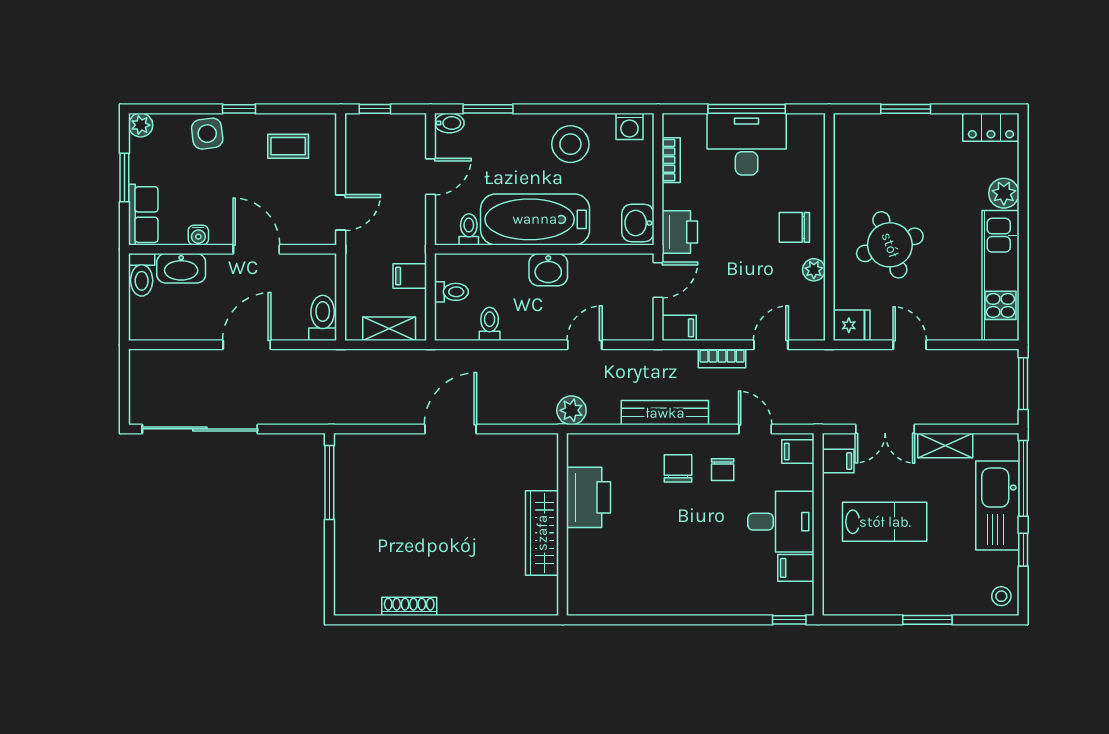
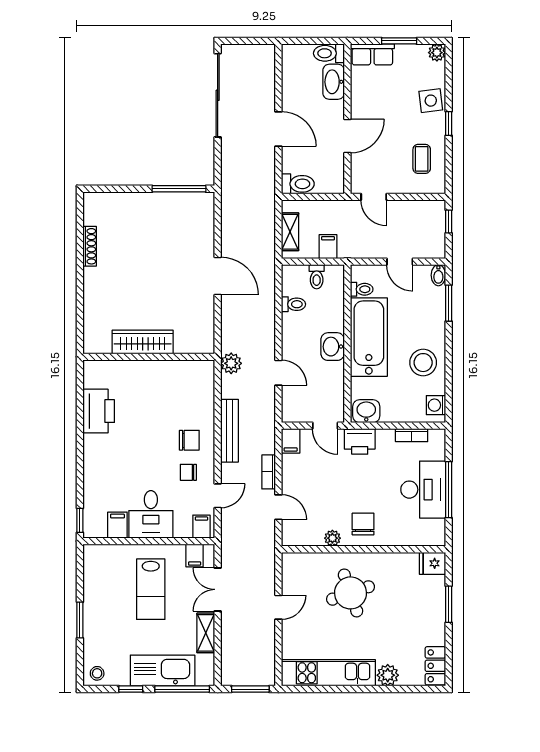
water cooler: (198, 235) -> (358, 94), removed
fridge: (852, 325) -> (432, 563), moved, turned 90
printer: (588, 497) -> (99, 411), moved, turned -90

